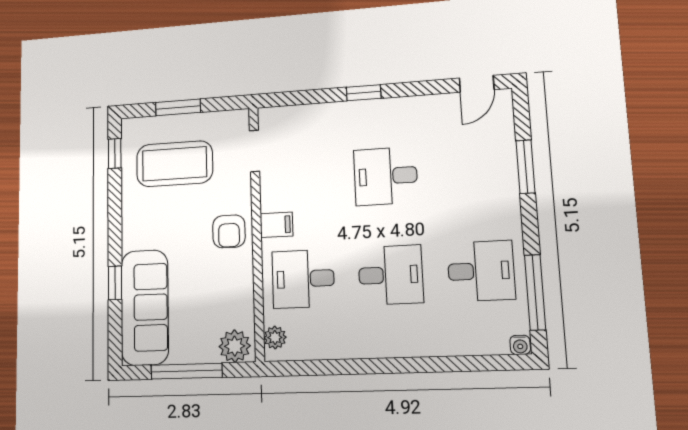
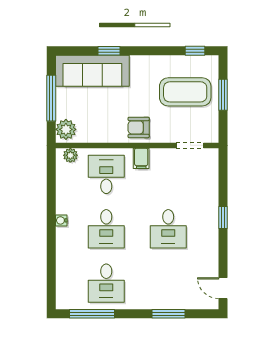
coffee table: (174, 164) -> (185, 92), turned 90
desk: (386, 176) -> (168, 229), turned 180
water cooler: (520, 345) -> (61, 220), moved

